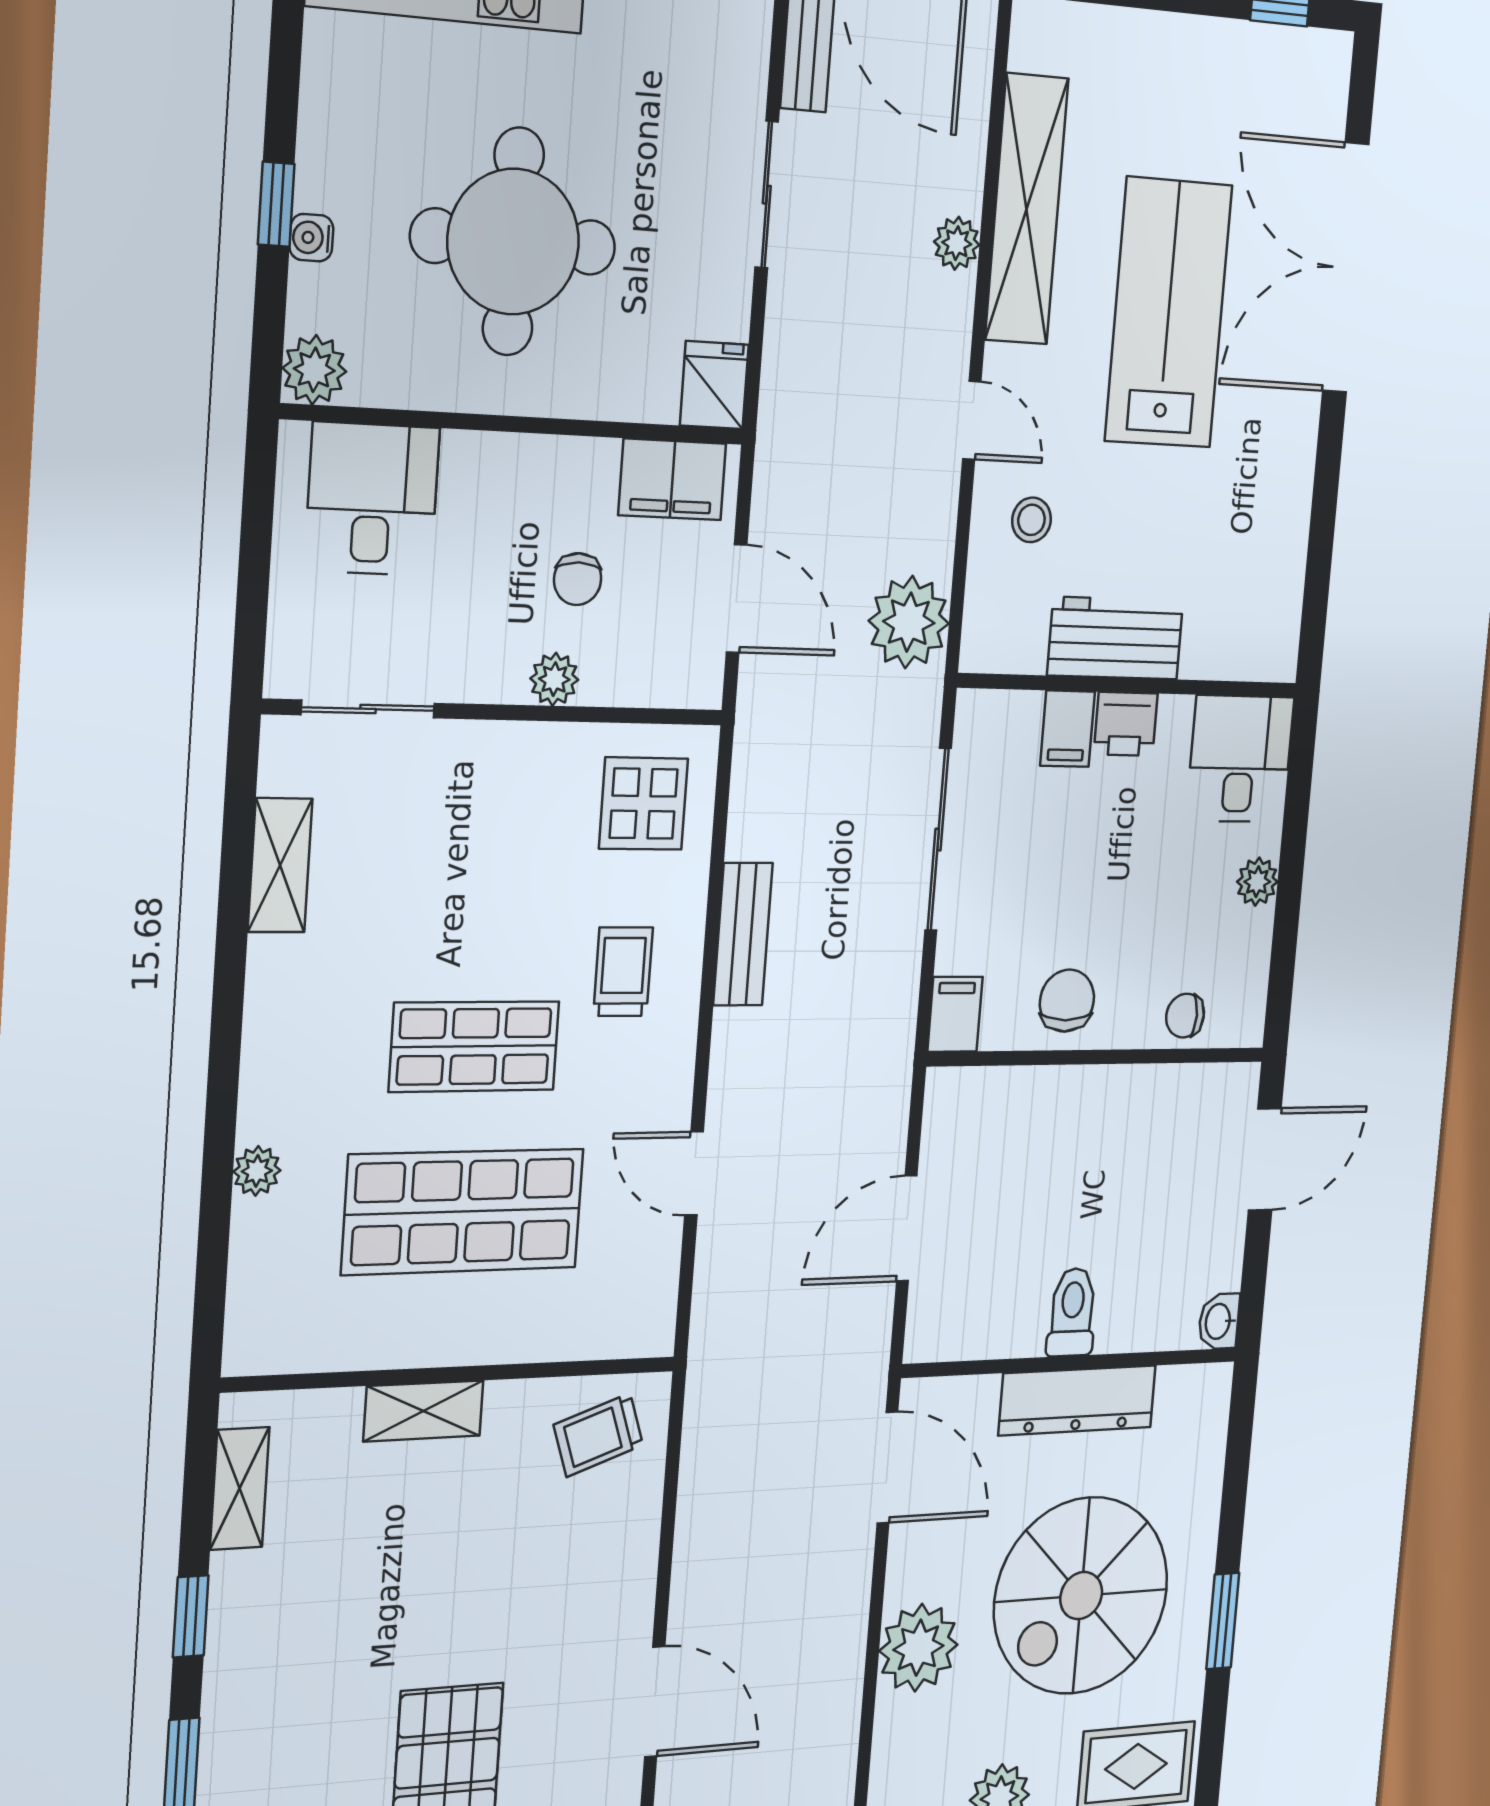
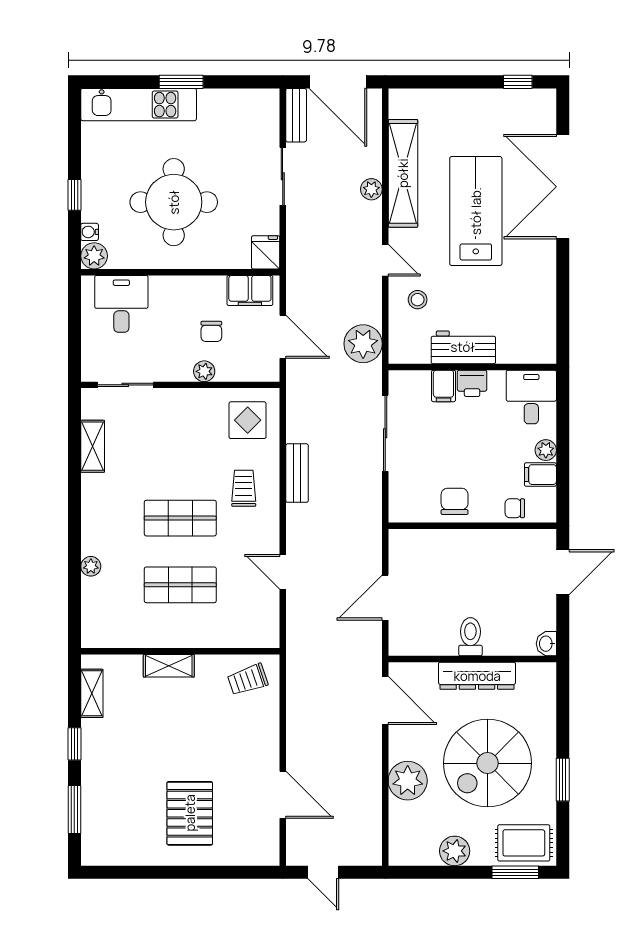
water cooler: (311, 238) -> (90, 232), moved
filing cabinet: (955, 1014) -> (540, 475), moved, turned -90
shop shelf: (463, 1212) -> (180, 585), width x0.70, depth x0.74

